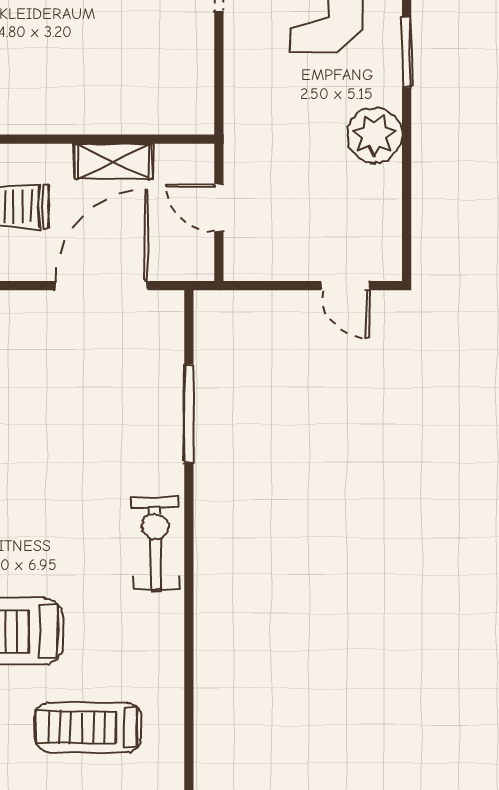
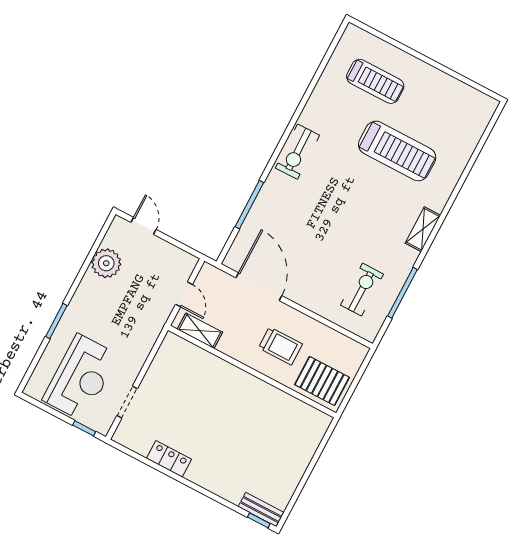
plant: (375, 135) -> (106, 263), moved
shelving: (113, 161) -> (200, 331), moved
door: (101, 286) -> (259, 287), swing flipped

